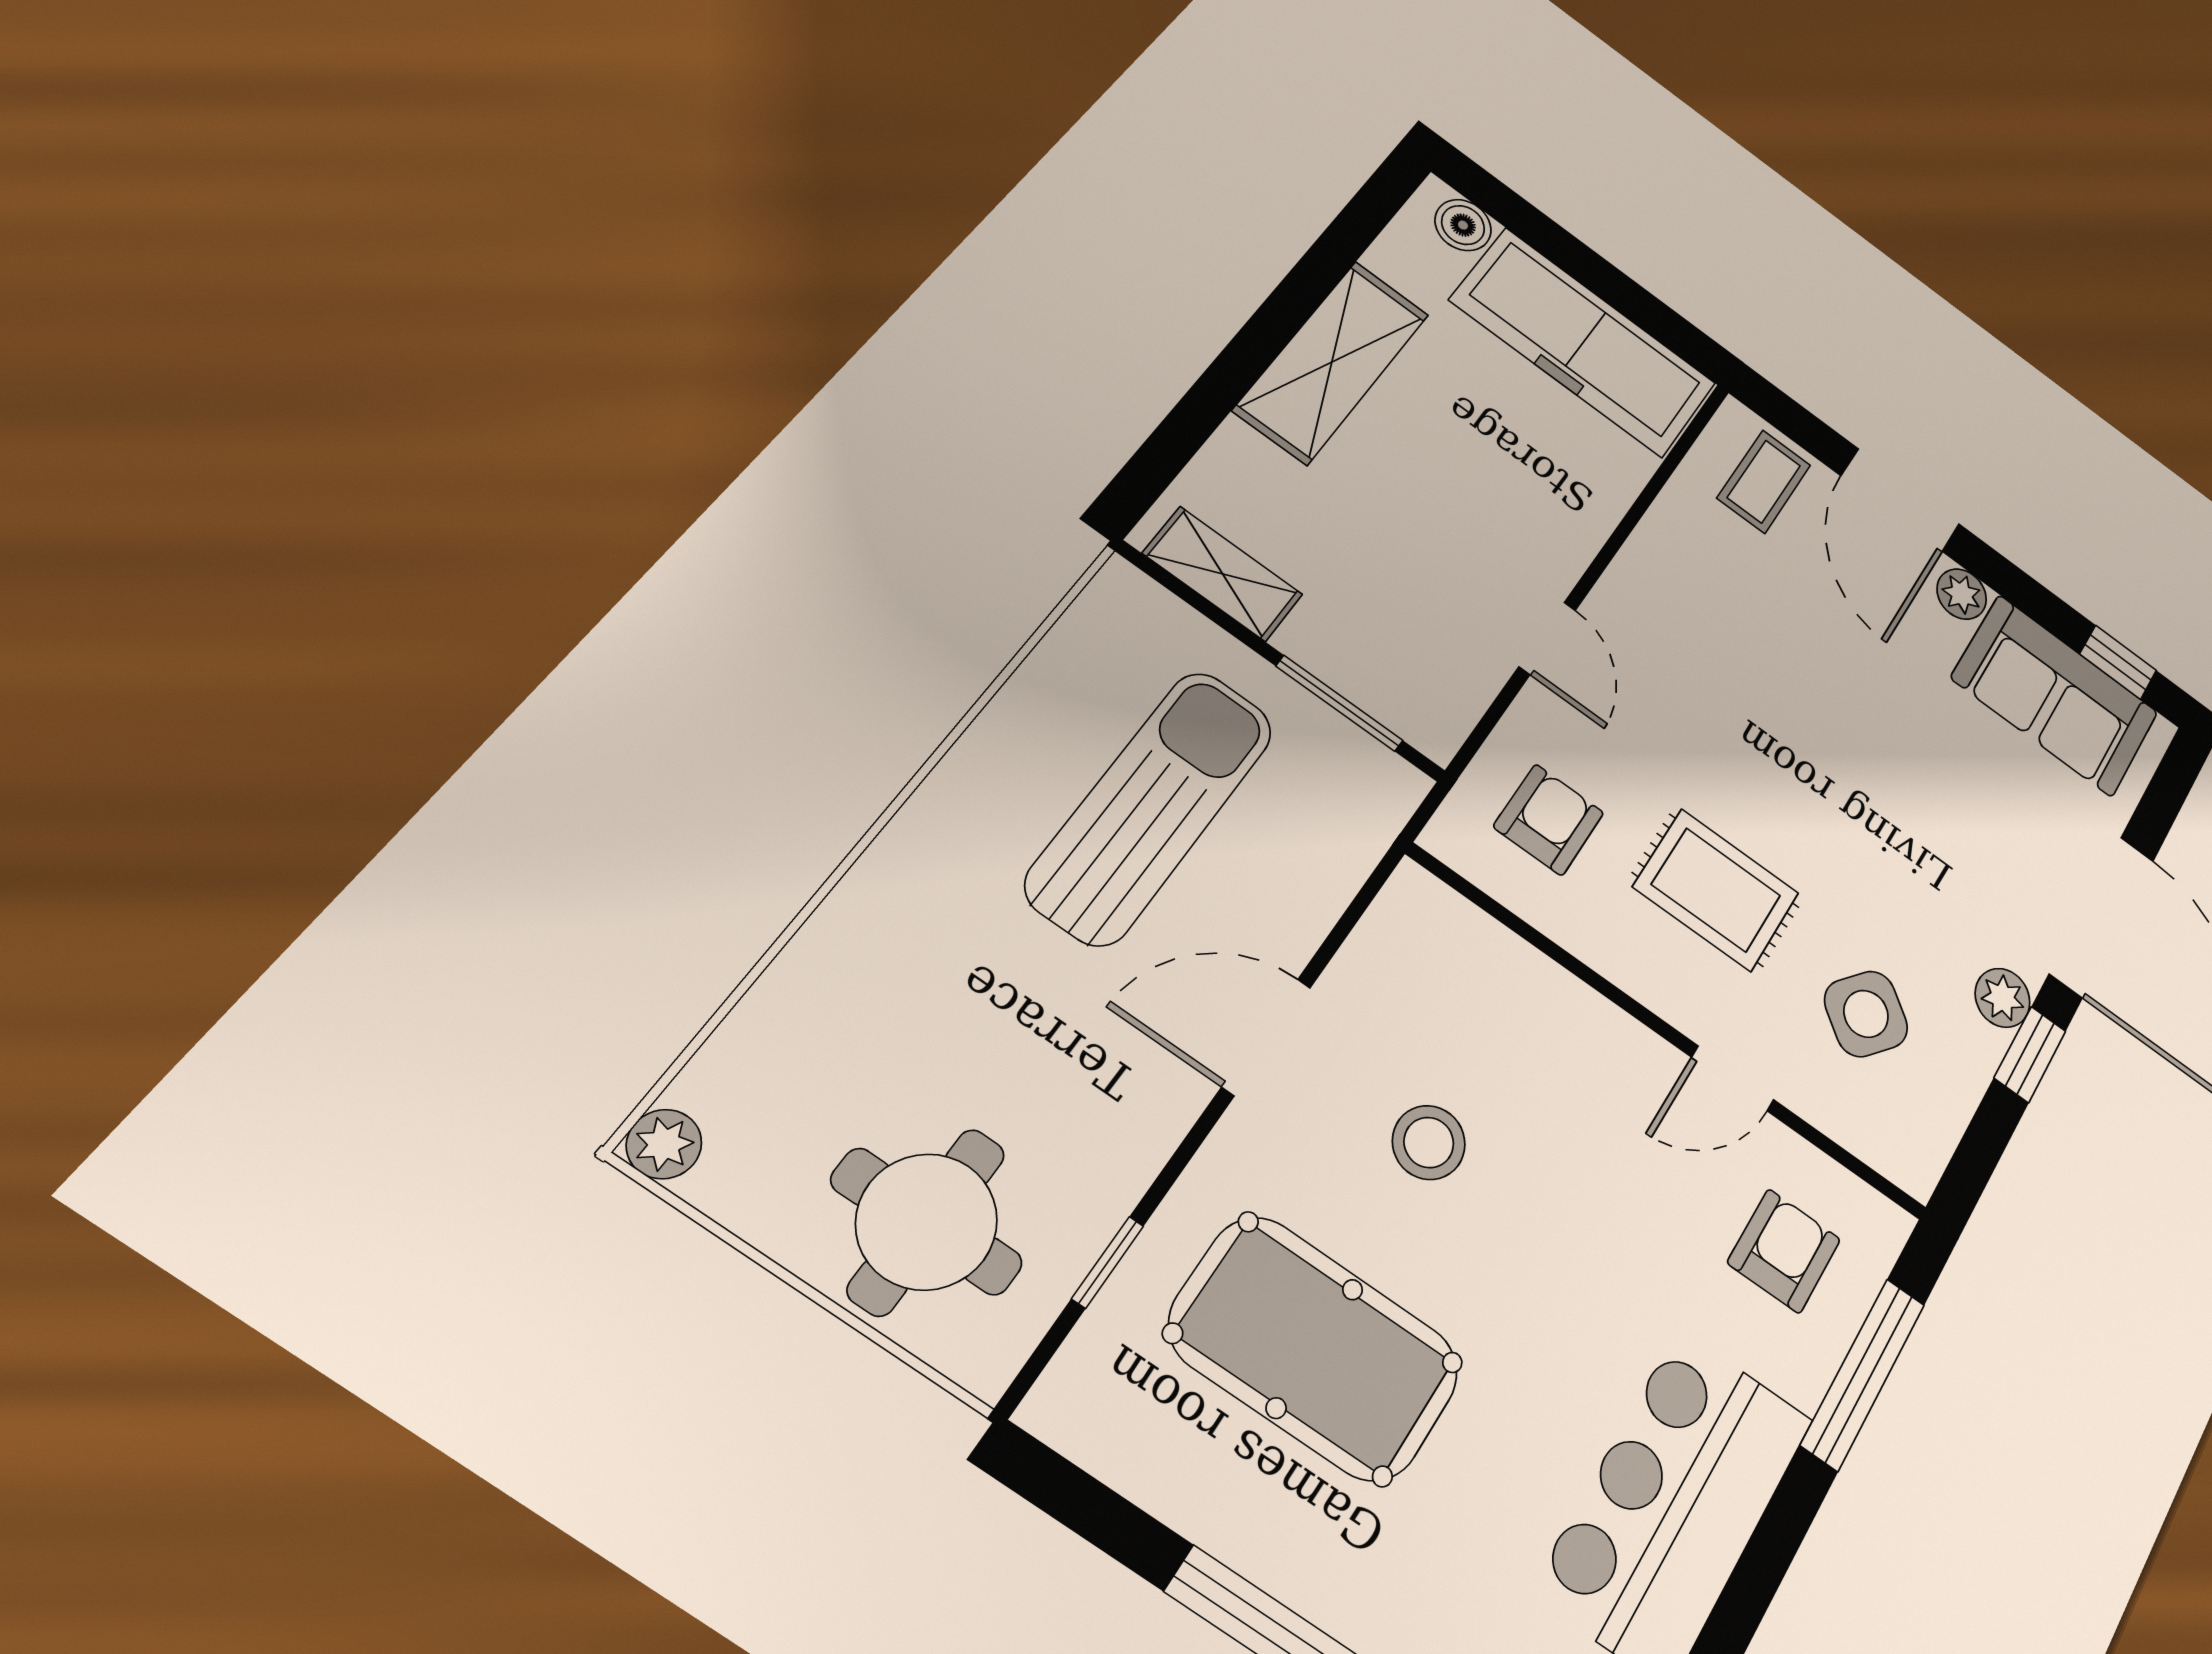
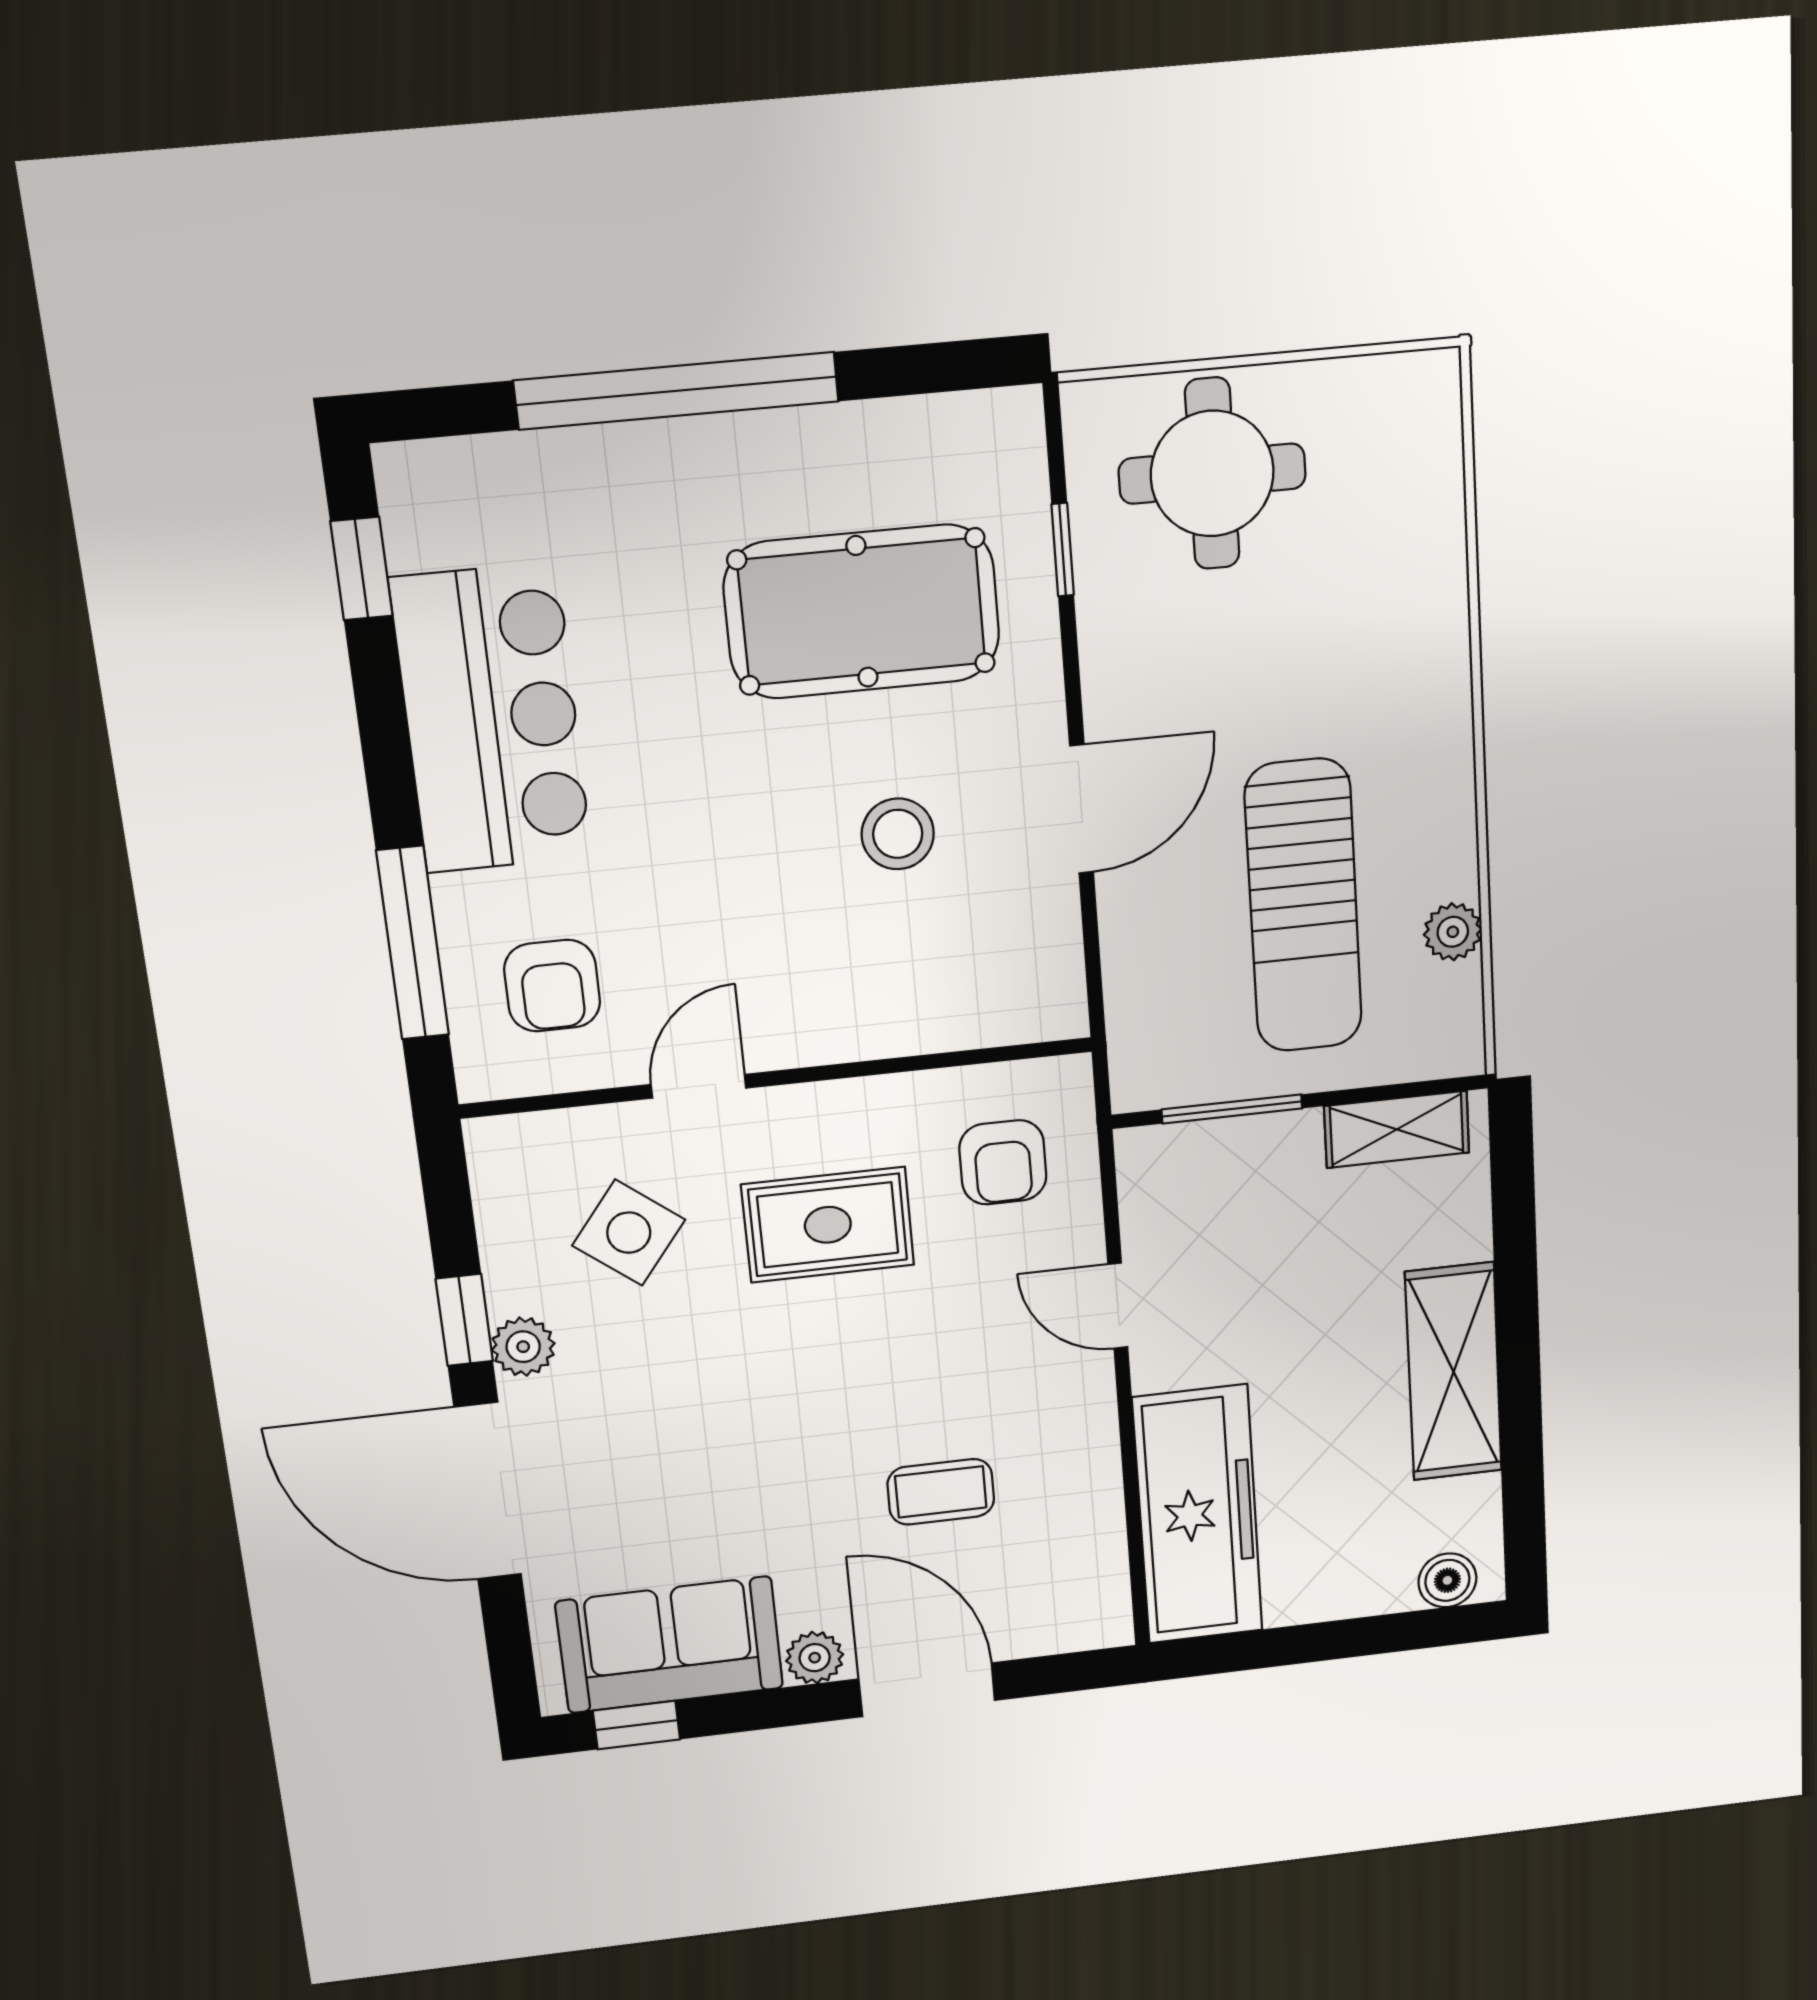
freezer: (1584, 342) -> (1198, 1515), moved, turned 90
coffee table: (1764, 482) -> (941, 1492), moved, turned 90
plant: (664, 1144) -> (1453, 932), moved

